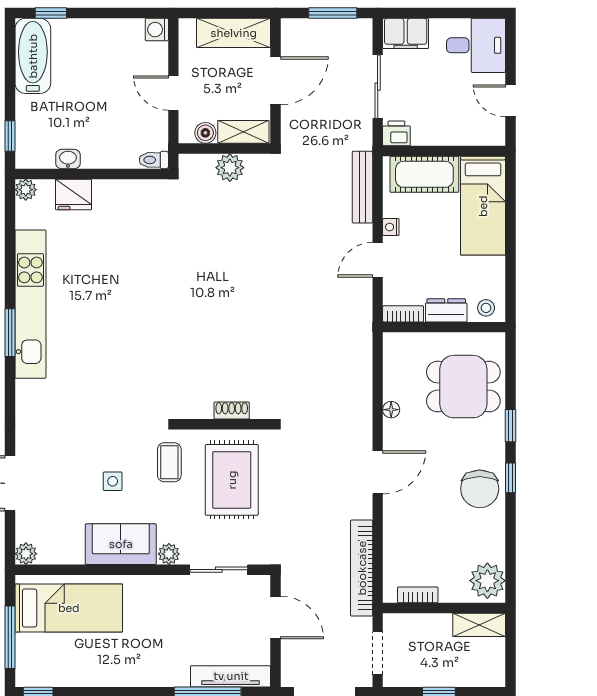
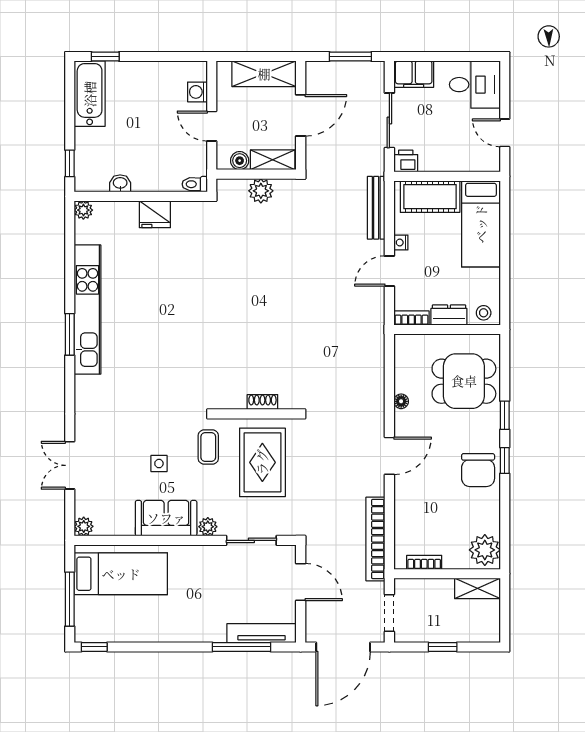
washing machine: (157, 30) -> (197, 92), moved
fridge: (74, 194) -> (155, 214), moved

